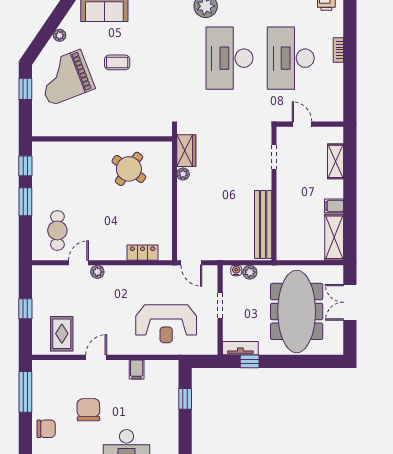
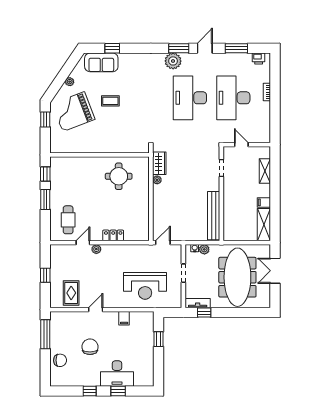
round table: (129, 169) -> (119, 176), turned -36
locker: (143, 253) -> (113, 235), moved
door: (191, 263) -> (163, 243), swing flipped

